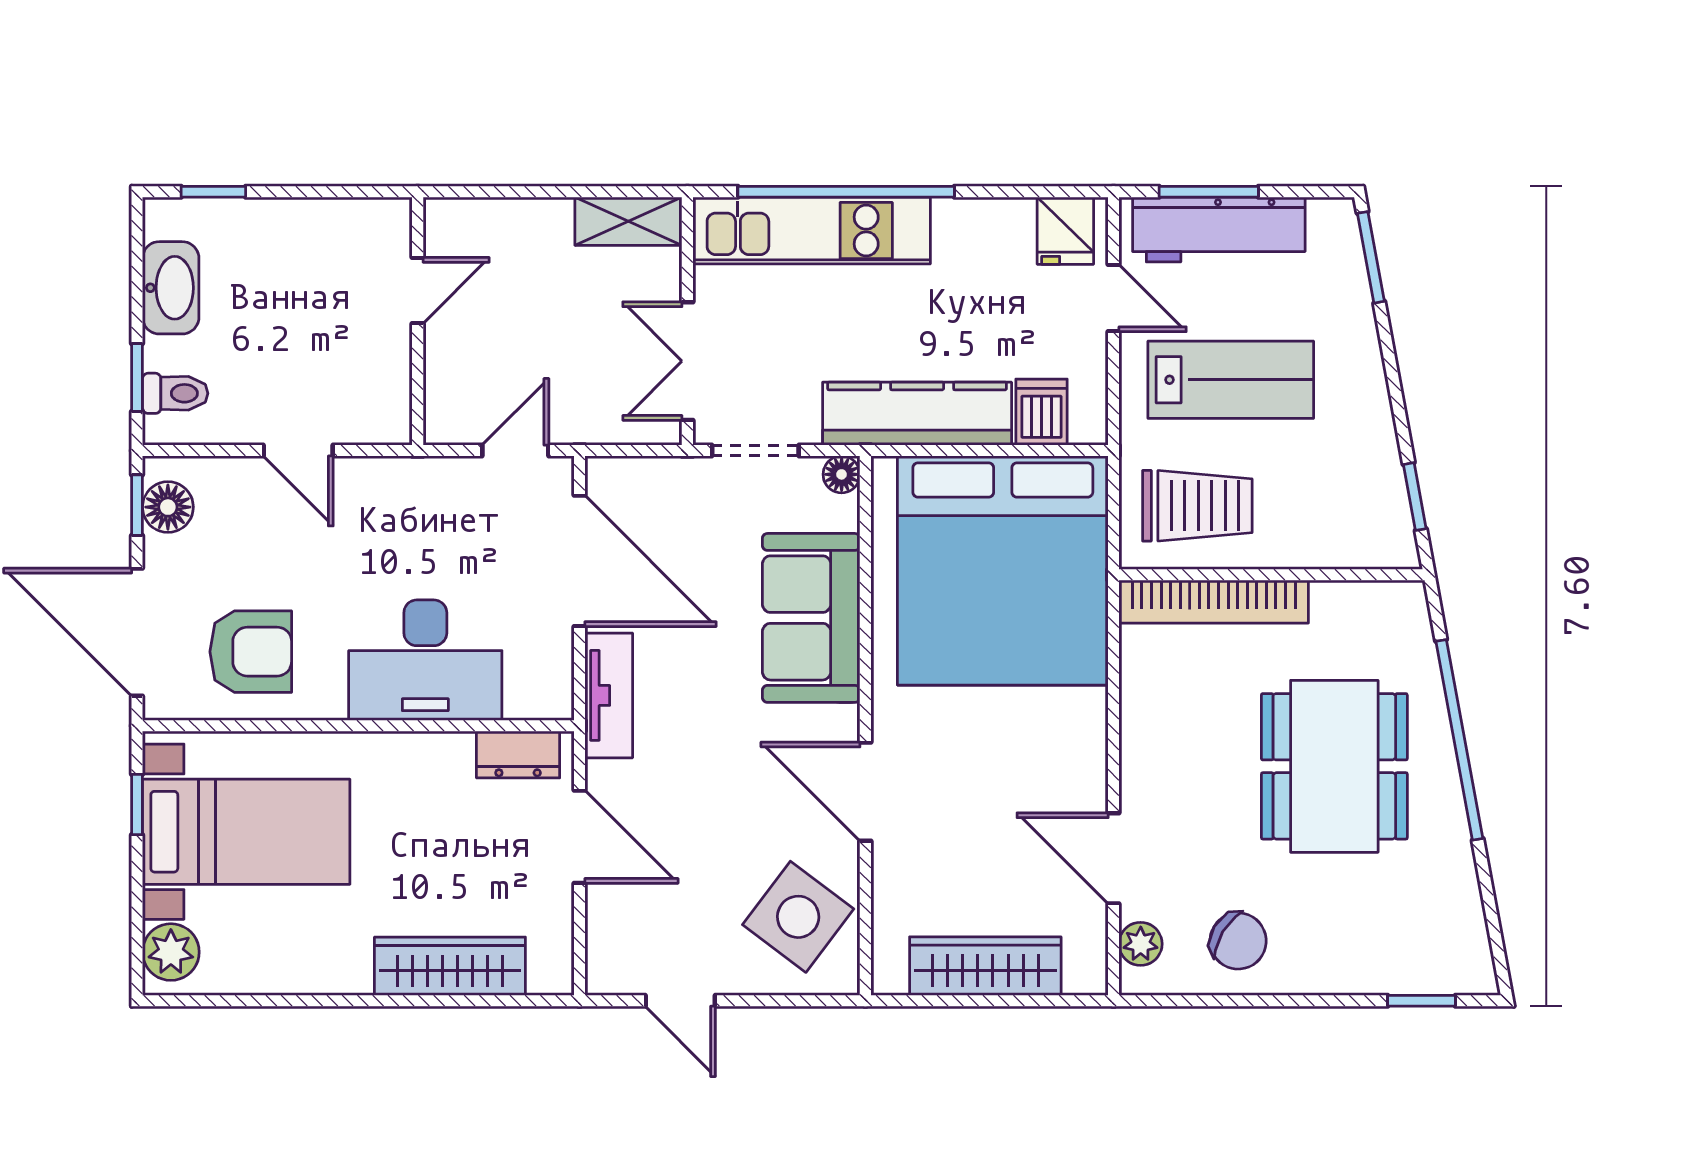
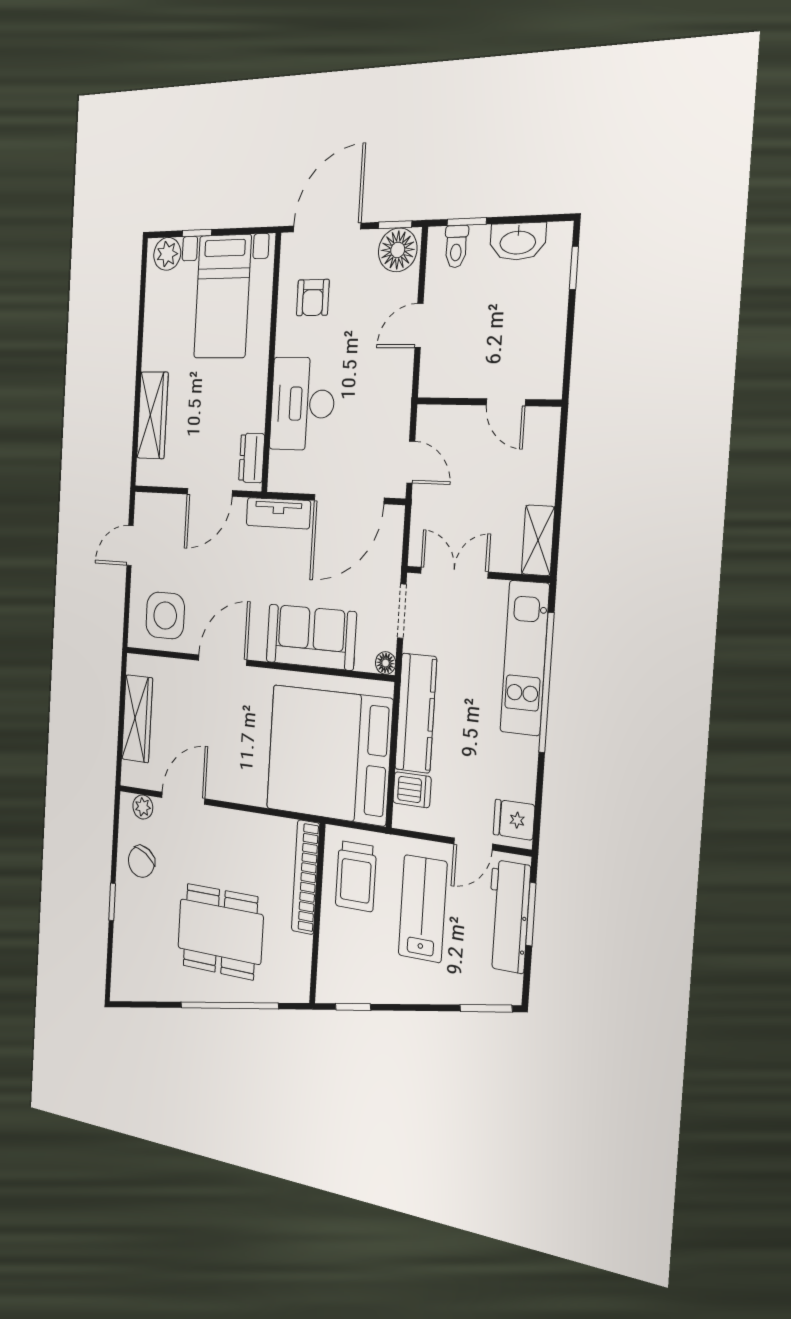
lab bench: (1231, 380) -> (423, 909), turned 180
floor lamp: (168, 507) -> (398, 250), width x1.38, depth x1.38
armchair: (251, 652) -> (313, 298), width x0.72, depth x0.72
window: (137, 804) -> (197, 233), moved
side table: (798, 917) -> (165, 616), turned -37
window: (1422, 1001) -> (112, 902), moved

